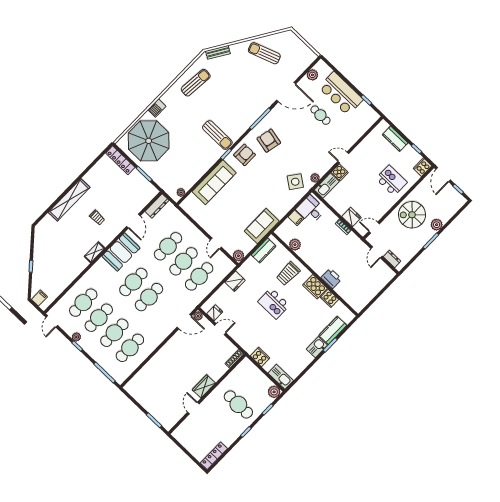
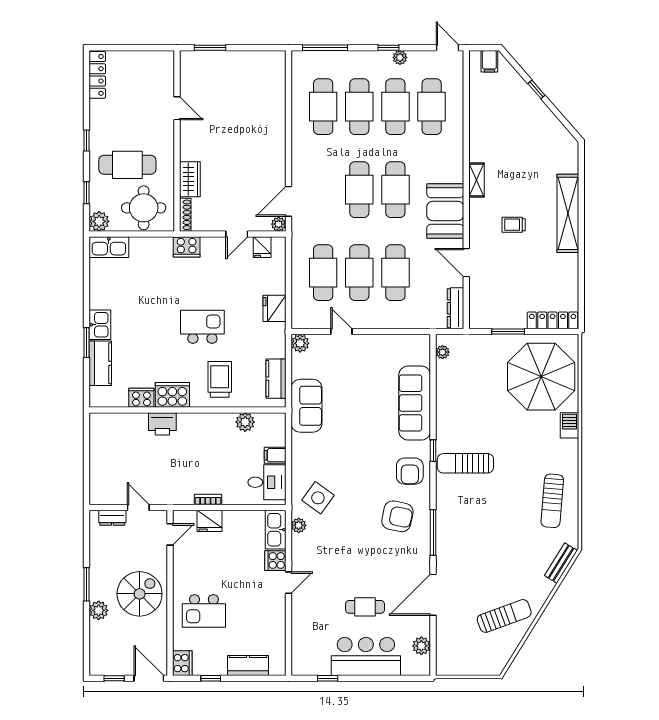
cooker: (260, 357) -> (187, 247), moved
round table: (249, 379) -> (144, 208), added
wardrobe: (204, 386) -> (190, 179), moved

